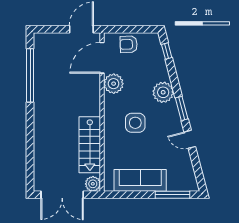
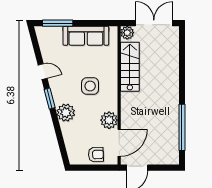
window: (167, 51) -> (63, 149), removed

